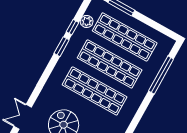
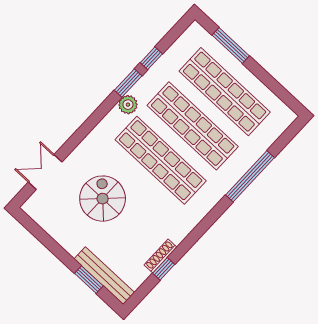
plant: (87, 21) -> (128, 105), moved
window: (161, 75) -> (250, 176), moved

